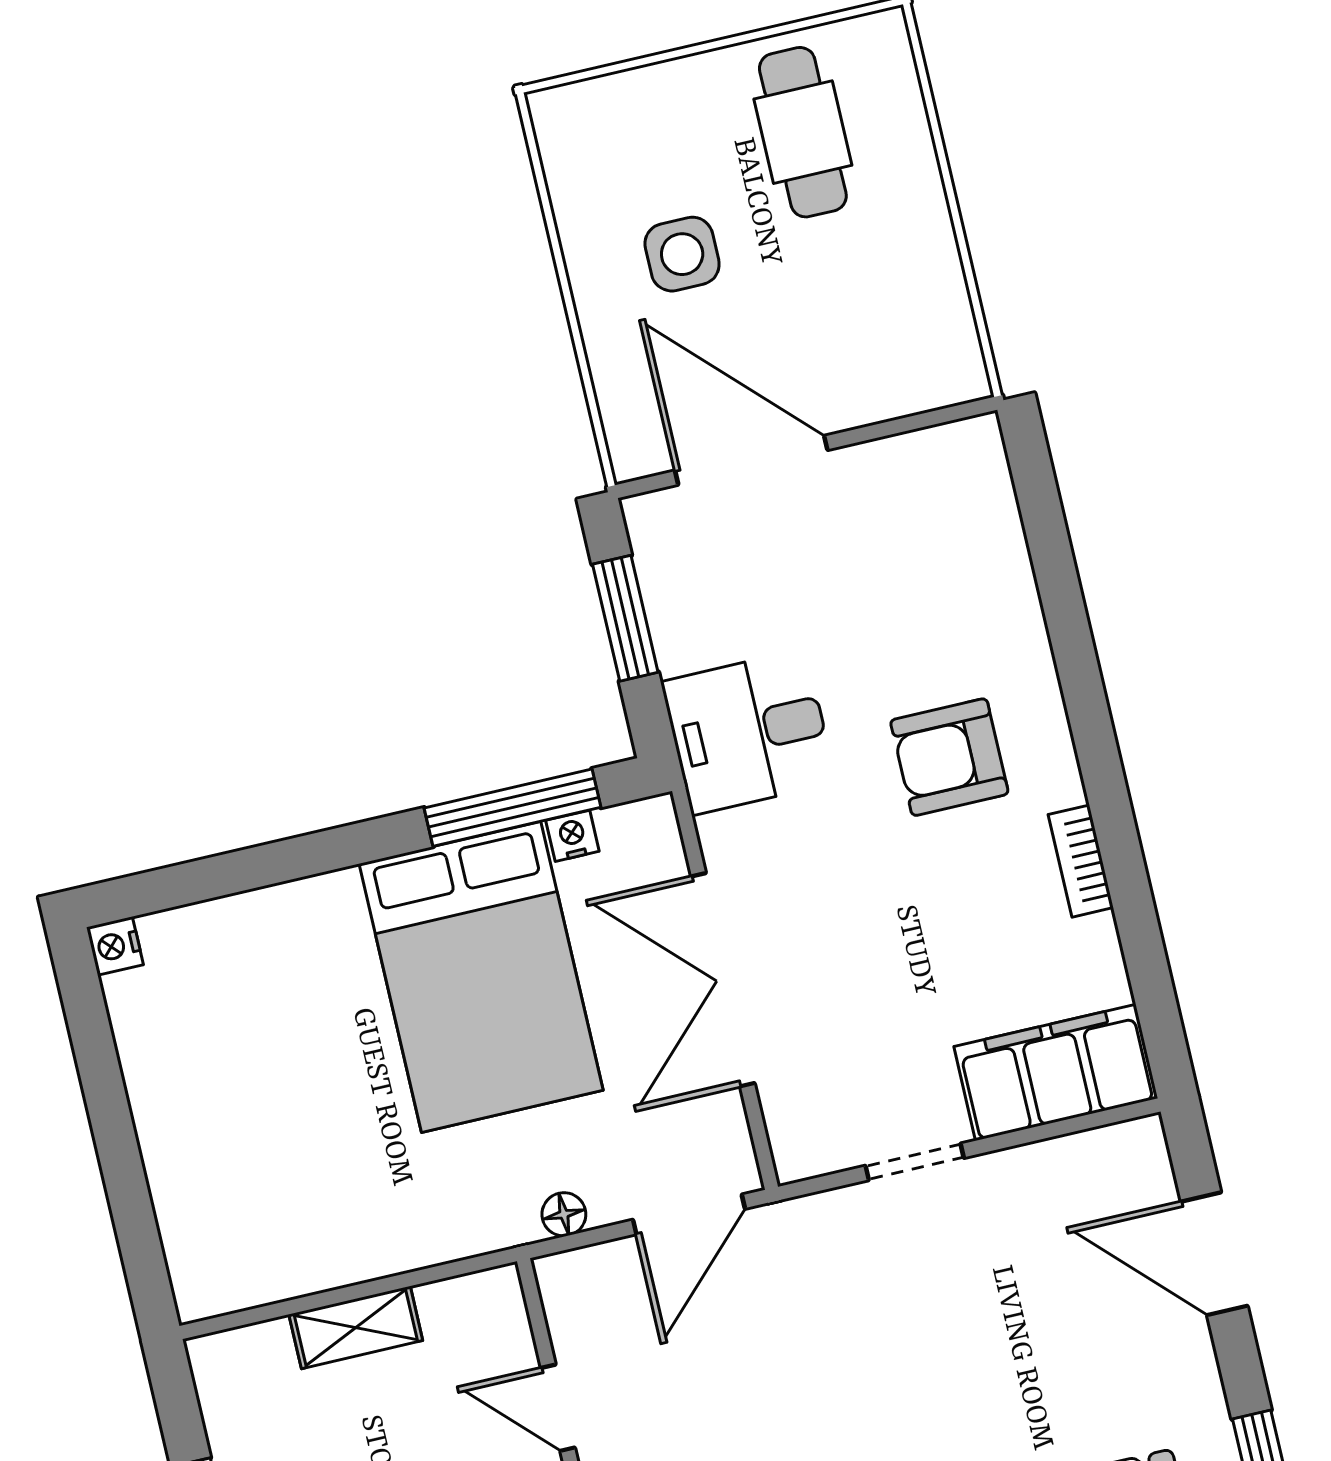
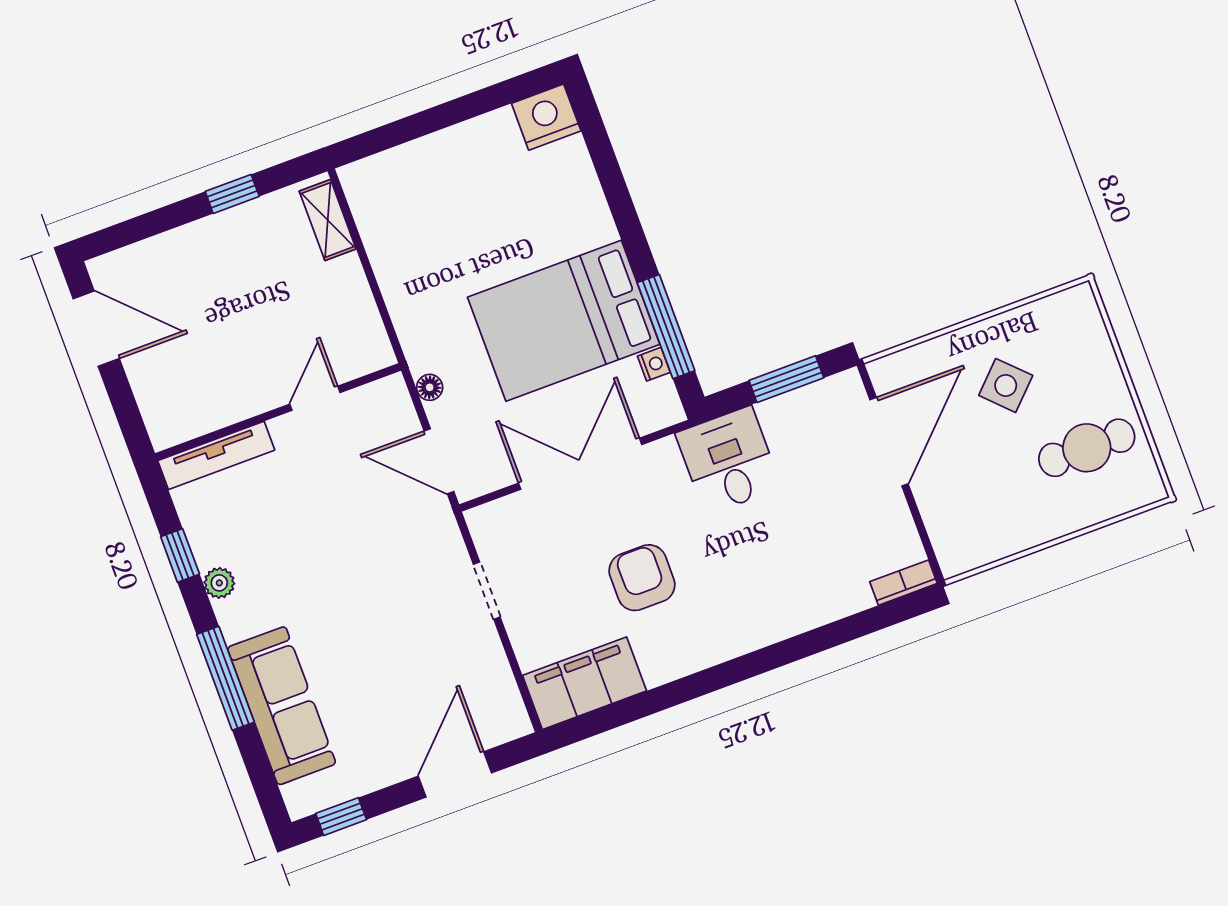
side table: (682, 254) -> (1006, 385), turned 45
armchair: (949, 757) -> (642, 578), moved
bookcase: (1081, 861) -> (903, 583), moved
nightstand: (115, 946) -> (546, 117), width x1.89, depth x1.79
filing cabinet: (1056, 1072) -> (585, 683), moved, turned -90
shelving: (356, 1327) -> (328, 220), moved

